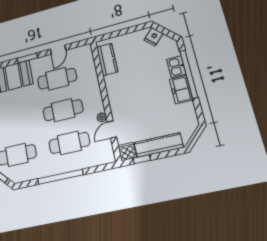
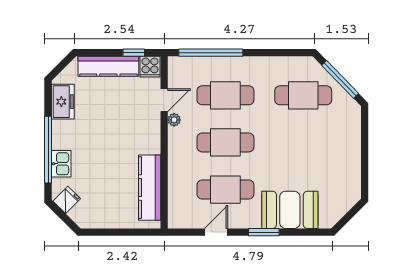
fridge: (154, 37) -> (67, 200), moved
kitchen counter: (107, 59) -> (150, 188), width x1.50
freezer: (181, 90) -> (63, 102), moved
window: (60, 177) -> (211, 53), moved

